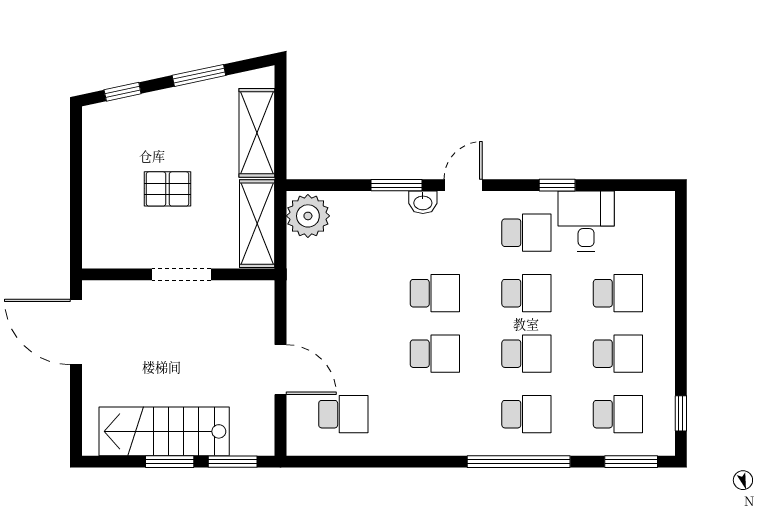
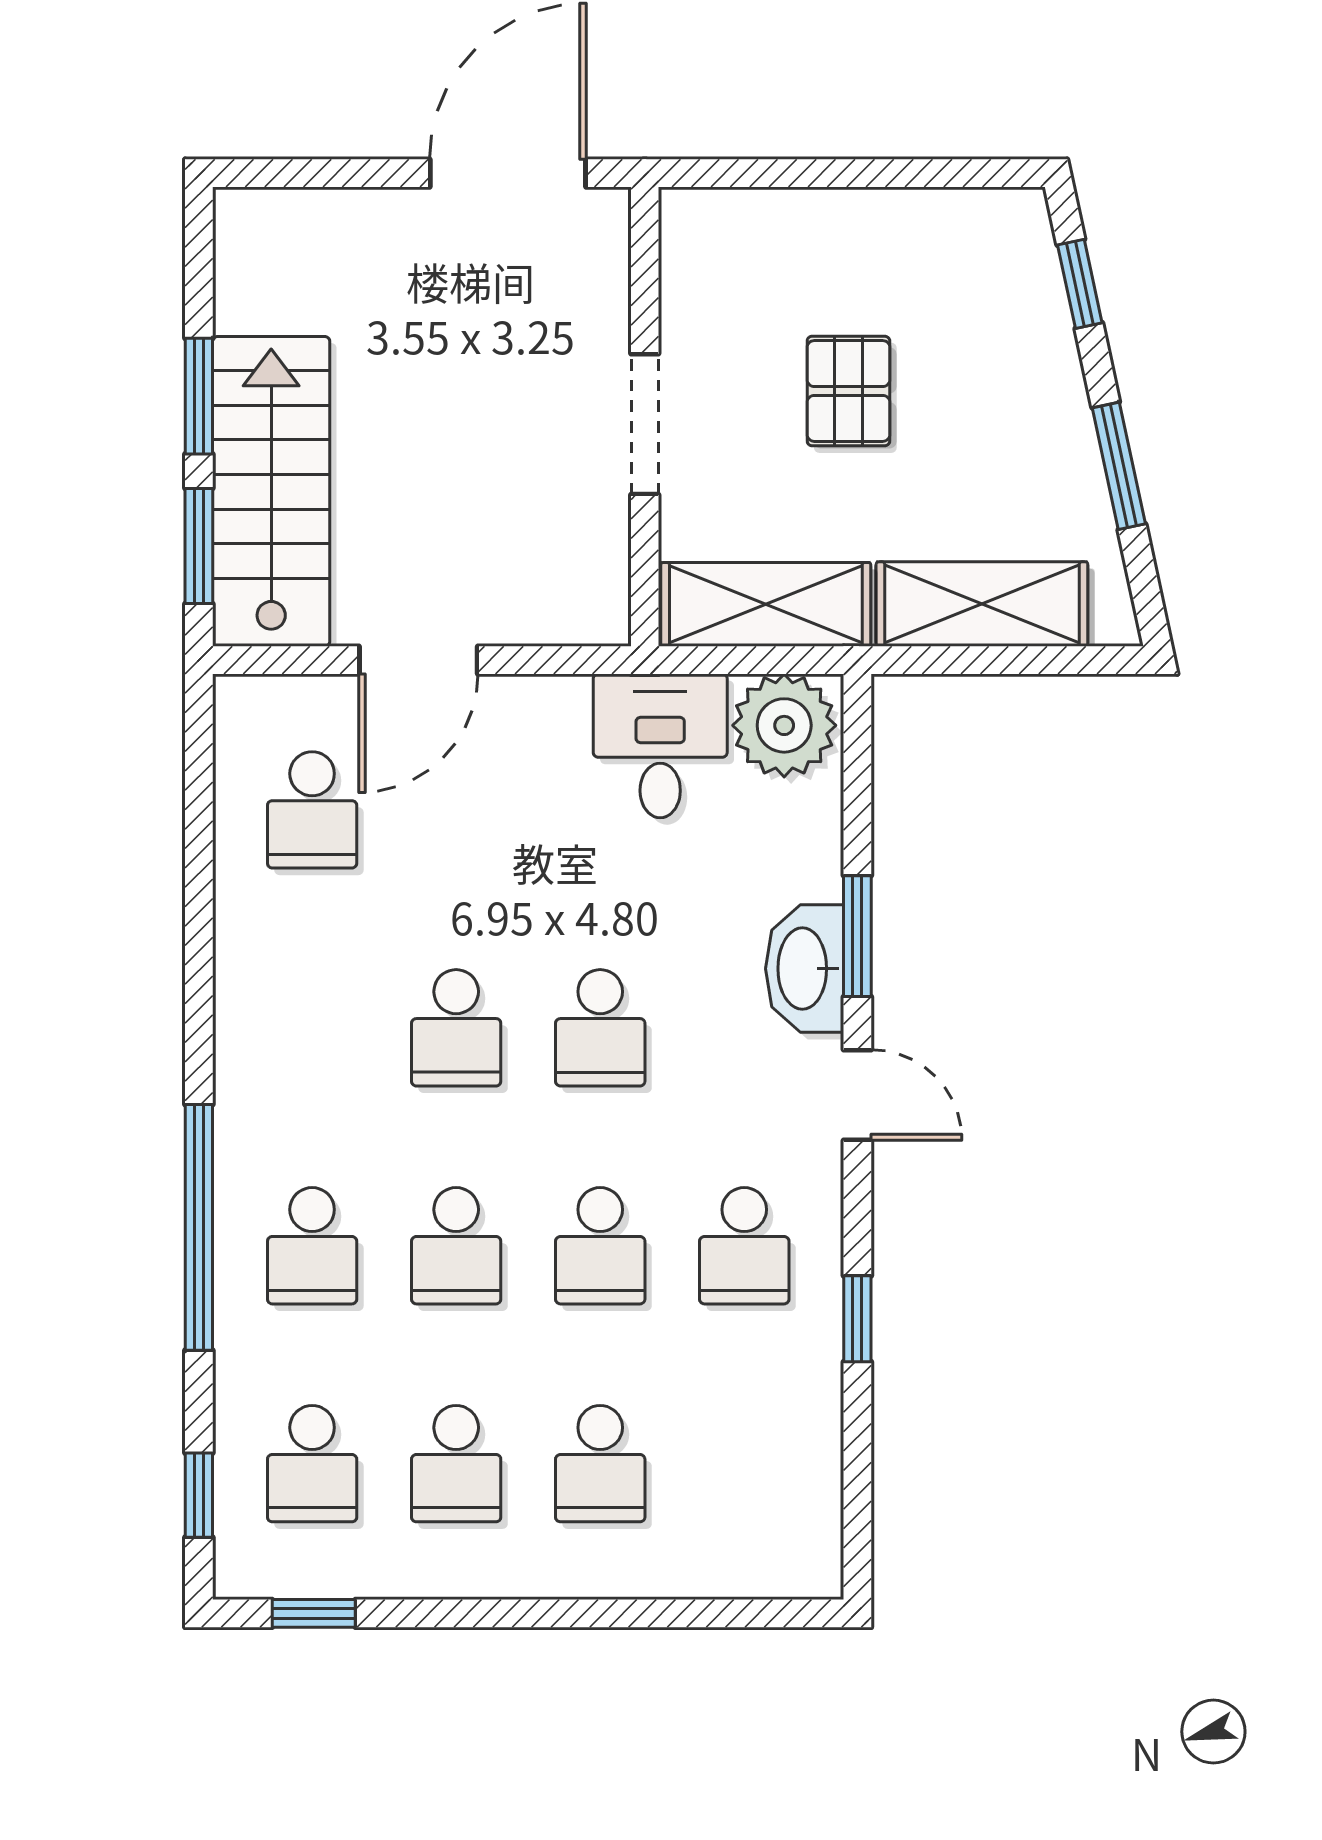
washbasin: (423, 202) -> (805, 969), width x1.91, depth x1.45
desk: (586, 221) -> (660, 746), moved, turned -90
stairs: (164, 431) -> (271, 491), moved
window: (631, 462) -> (199, 1495), width x0.67

